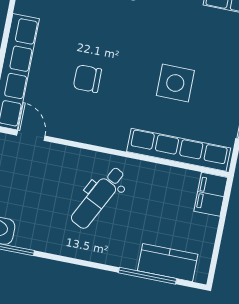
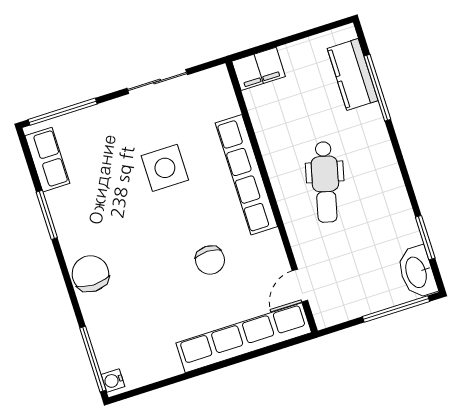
row of seats: (179, 150) -> (246, 175), moved
dental chair: (98, 198) -> (325, 182), turned 77

